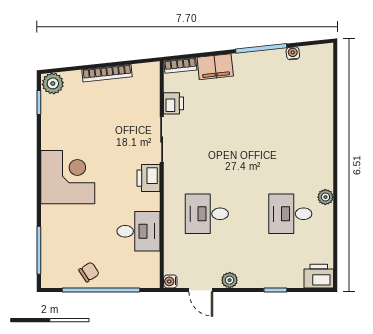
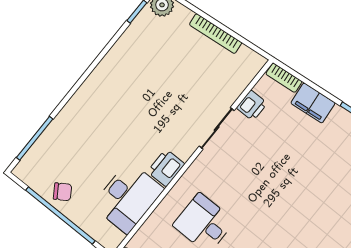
corner desk: (68, 177) -> (110, 96), removed
printer: (148, 178) -> (166, 168), moved
desk: (138, 231) -> (128, 197), width x1.37

